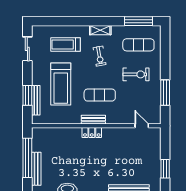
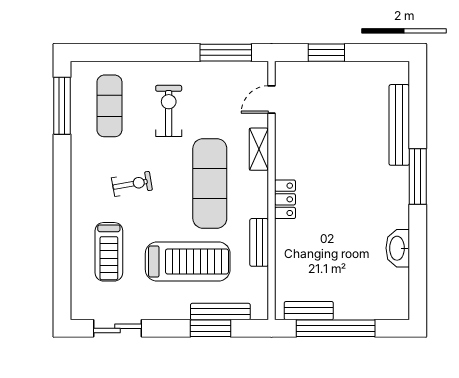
shelving: (100, 30) -> (259, 149), moved
window: (165, 93) -> (226, 53), moved
exercise mat: (100, 95) -> (210, 183), width x1.36, depth x1.45
bench: (93, 120) -> (259, 242), moved
bench: (36, 169) -> (309, 311), moved, width x0.73
window: (165, 169) -> (326, 53), moved

